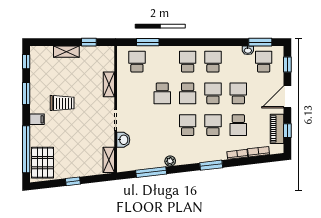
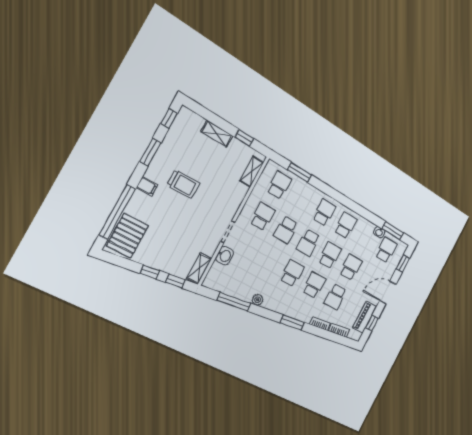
shelving: (109, 84) -> (252, 172), moved
school desk: (137, 93) -> (262, 216), added
window: (96, 179) -> (175, 281), added

